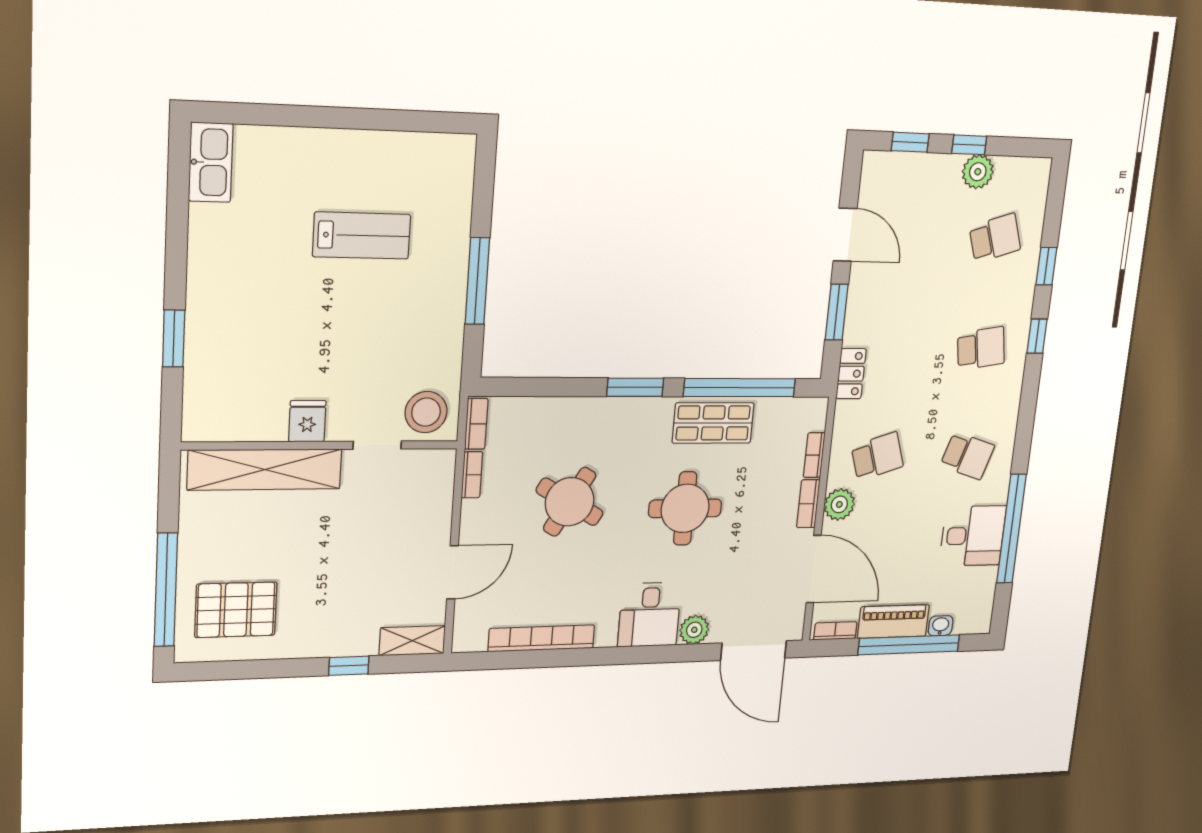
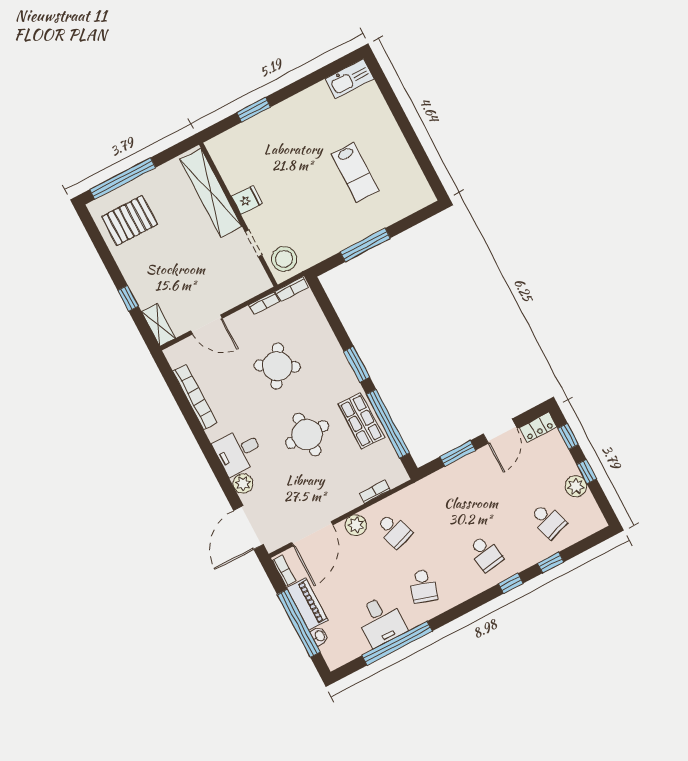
locker: (851, 374) -> (538, 427), moved
bookcase: (808, 504) -> (347, 506), removed
pallet: (236, 610) -> (130, 221), turned 90

